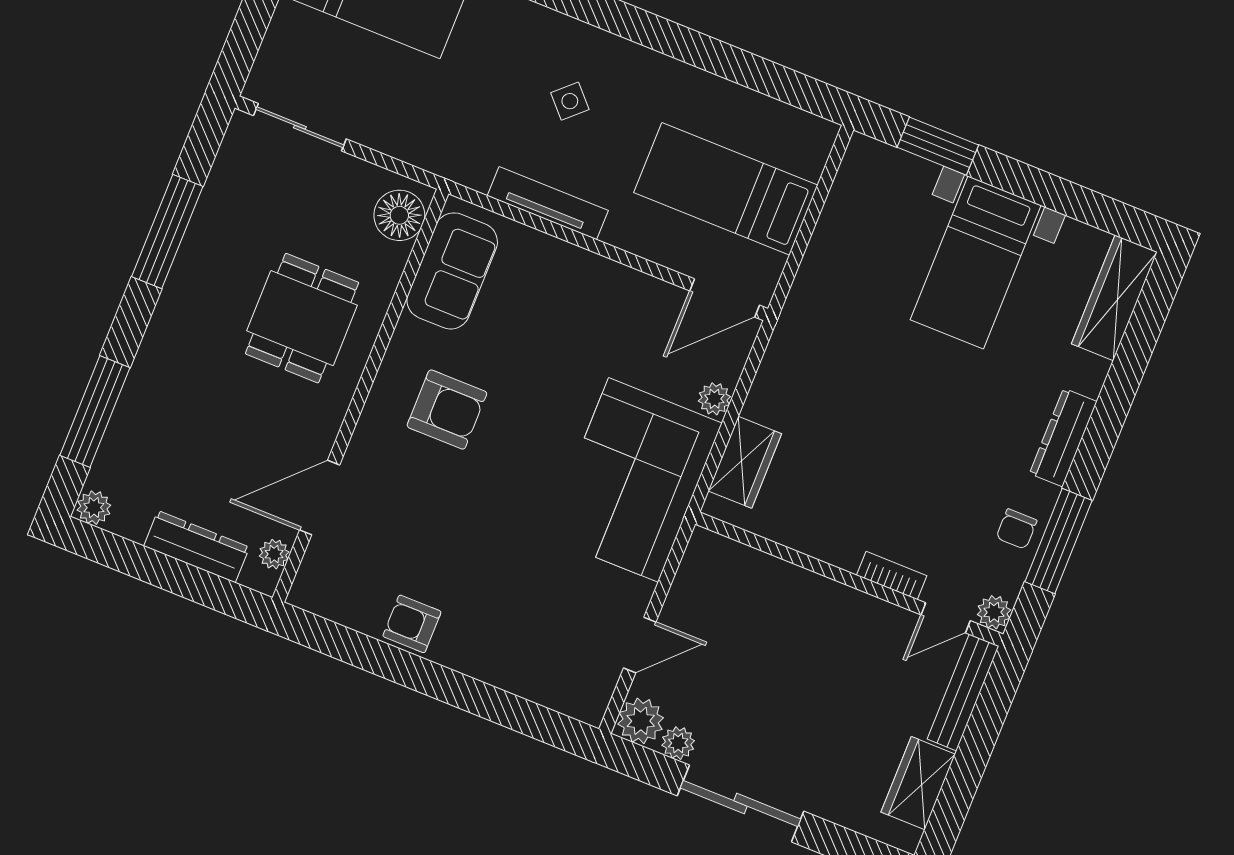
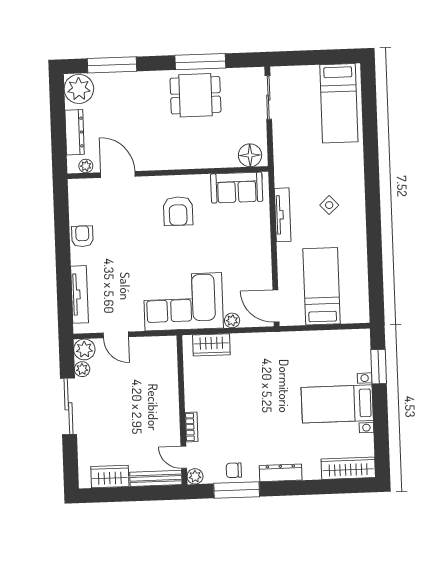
dining table: (302, 318) -> (195, 95), moved
plant: (94, 508) -> (79, 89), width x1.87, depth x1.87
tv unit: (526, 681) -> (80, 294), added

